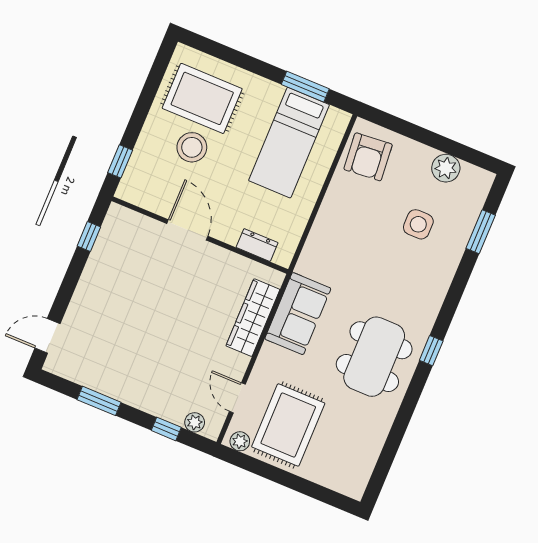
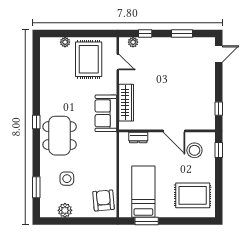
stool: (192, 147) -> (194, 150), moved
dining table: (374, 357) -> (60, 136), moved
plant: (240, 441) -> (65, 42), moved

